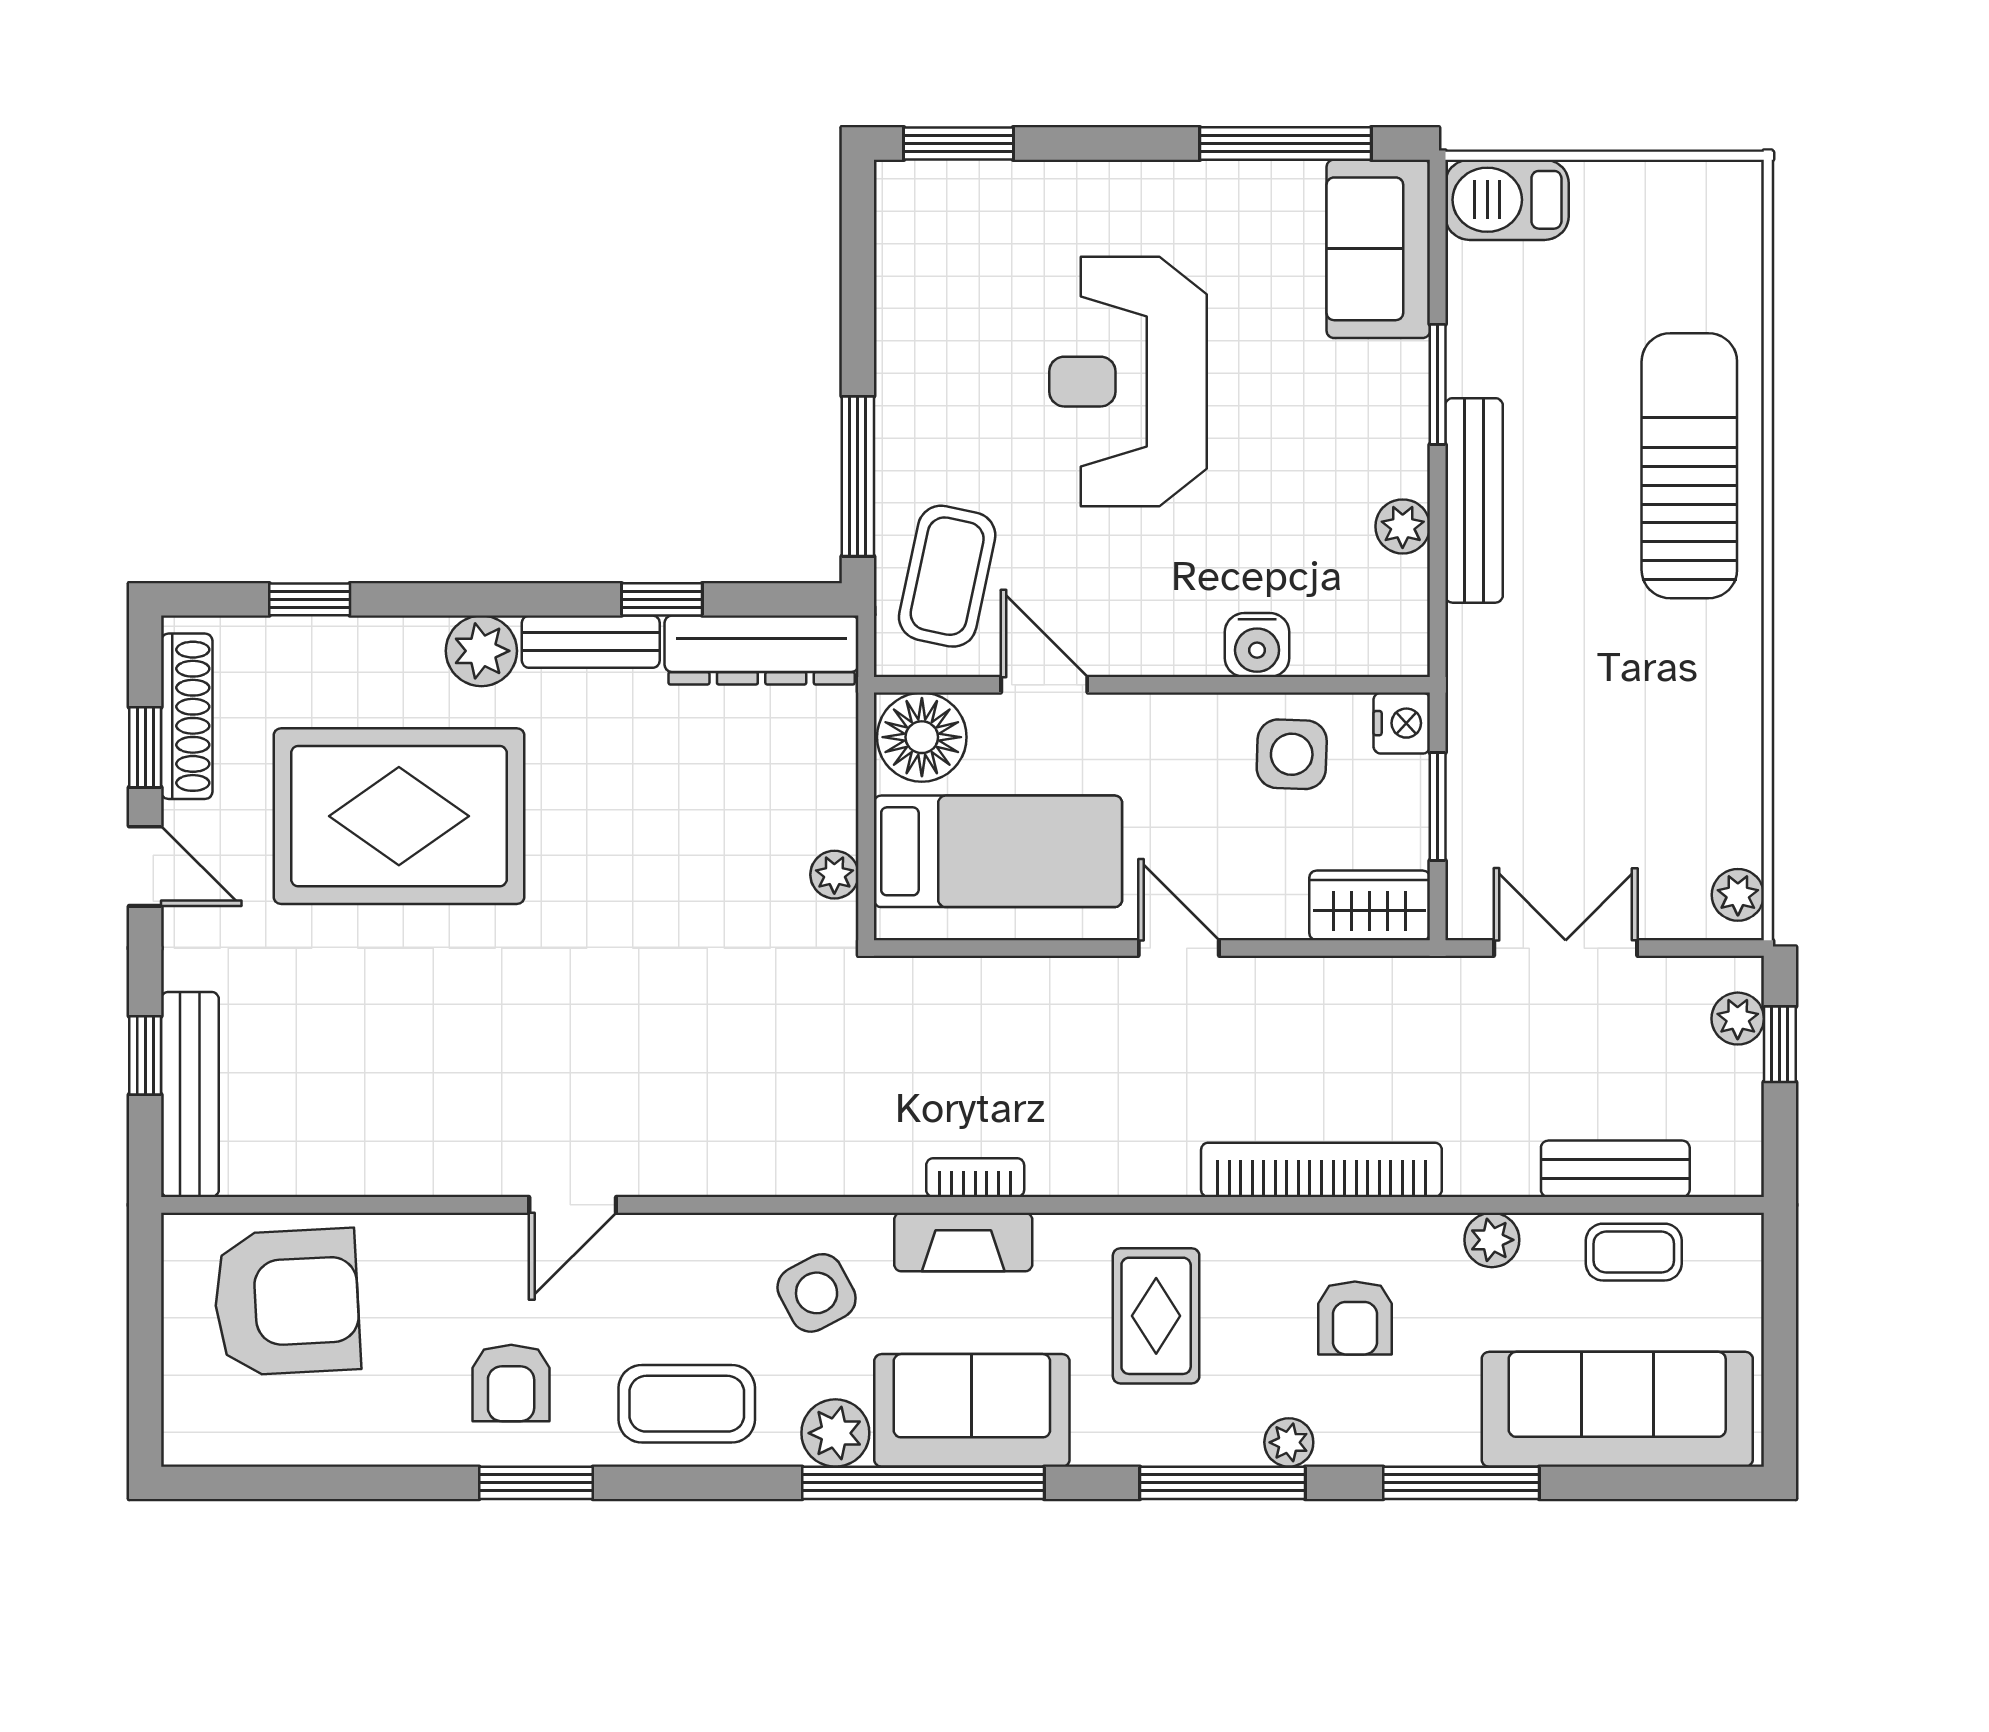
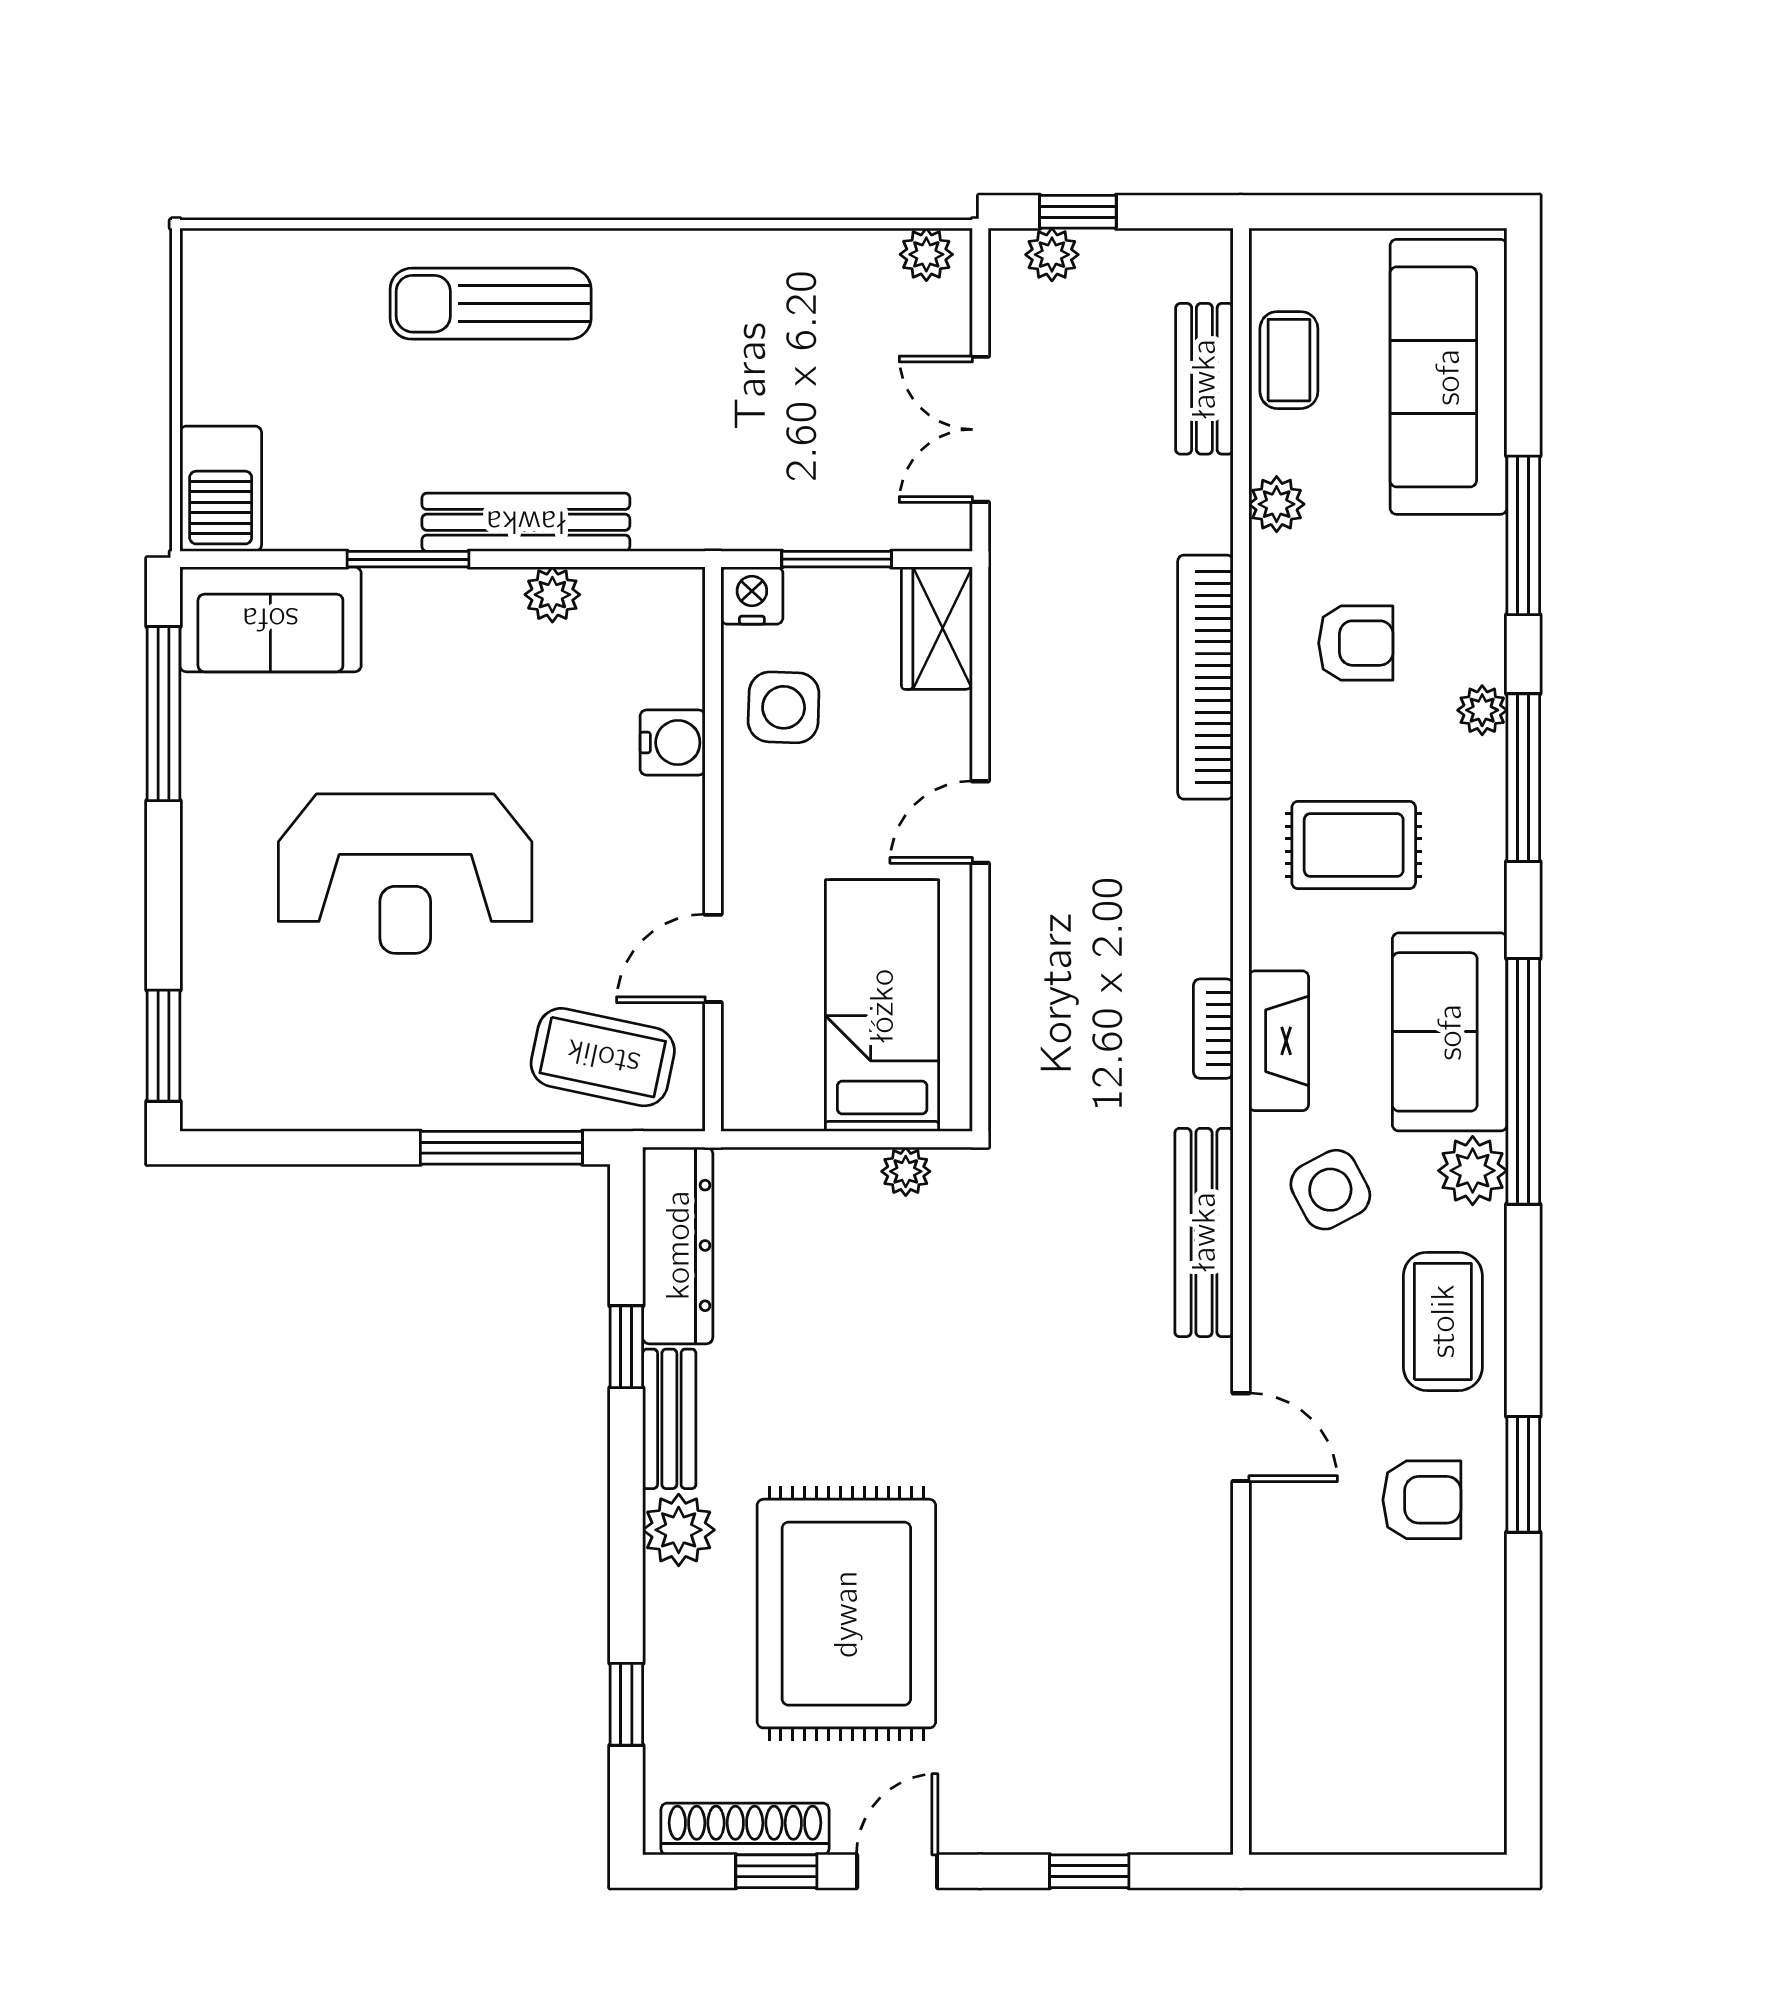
sun lounger: (1689, 466) -> (491, 304), width x0.73, depth x0.75
floor lamp: (922, 737) -> (766, 1083), removed
bench: (190, 1094) -> (1204, 1232), moved, turned 90
armchair: (287, 1302) -> (1340, 1728), removed

